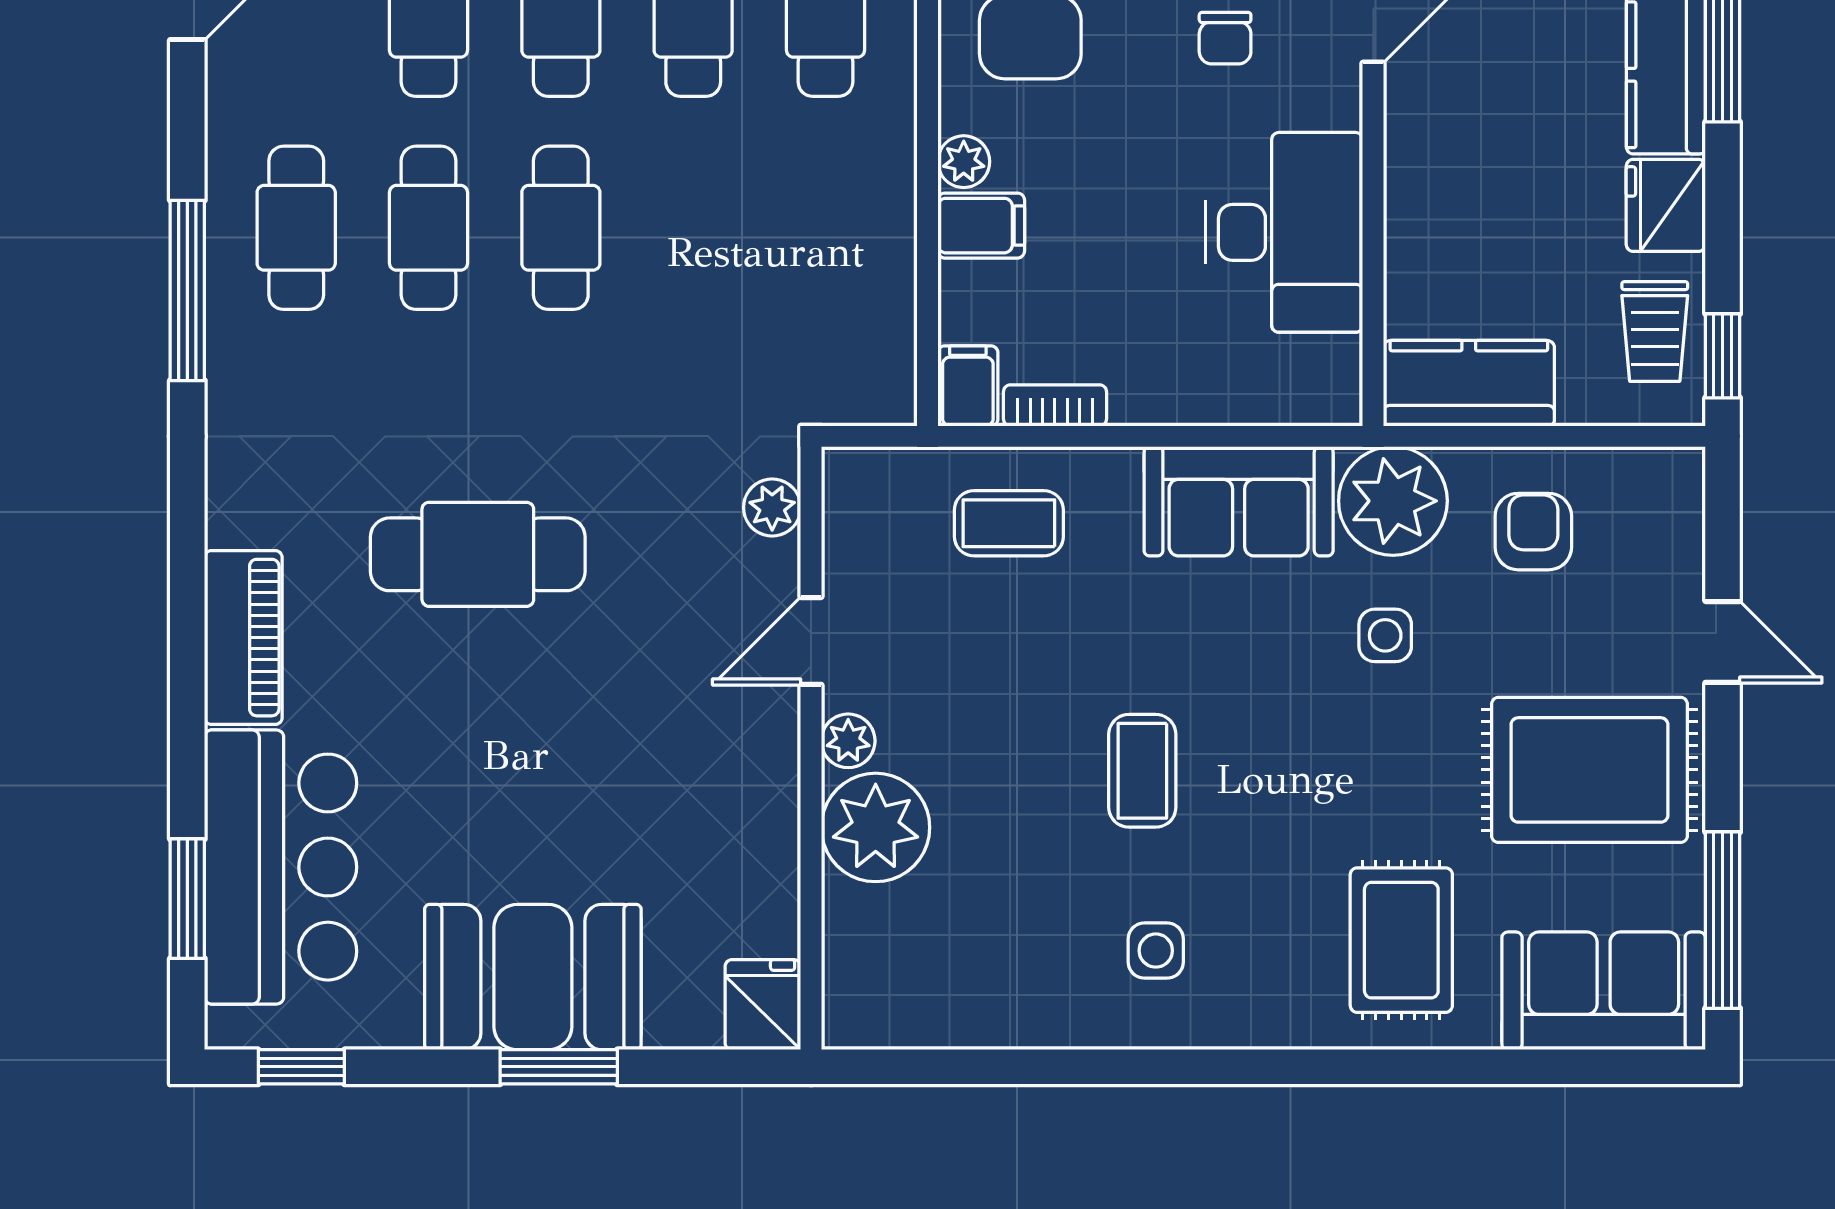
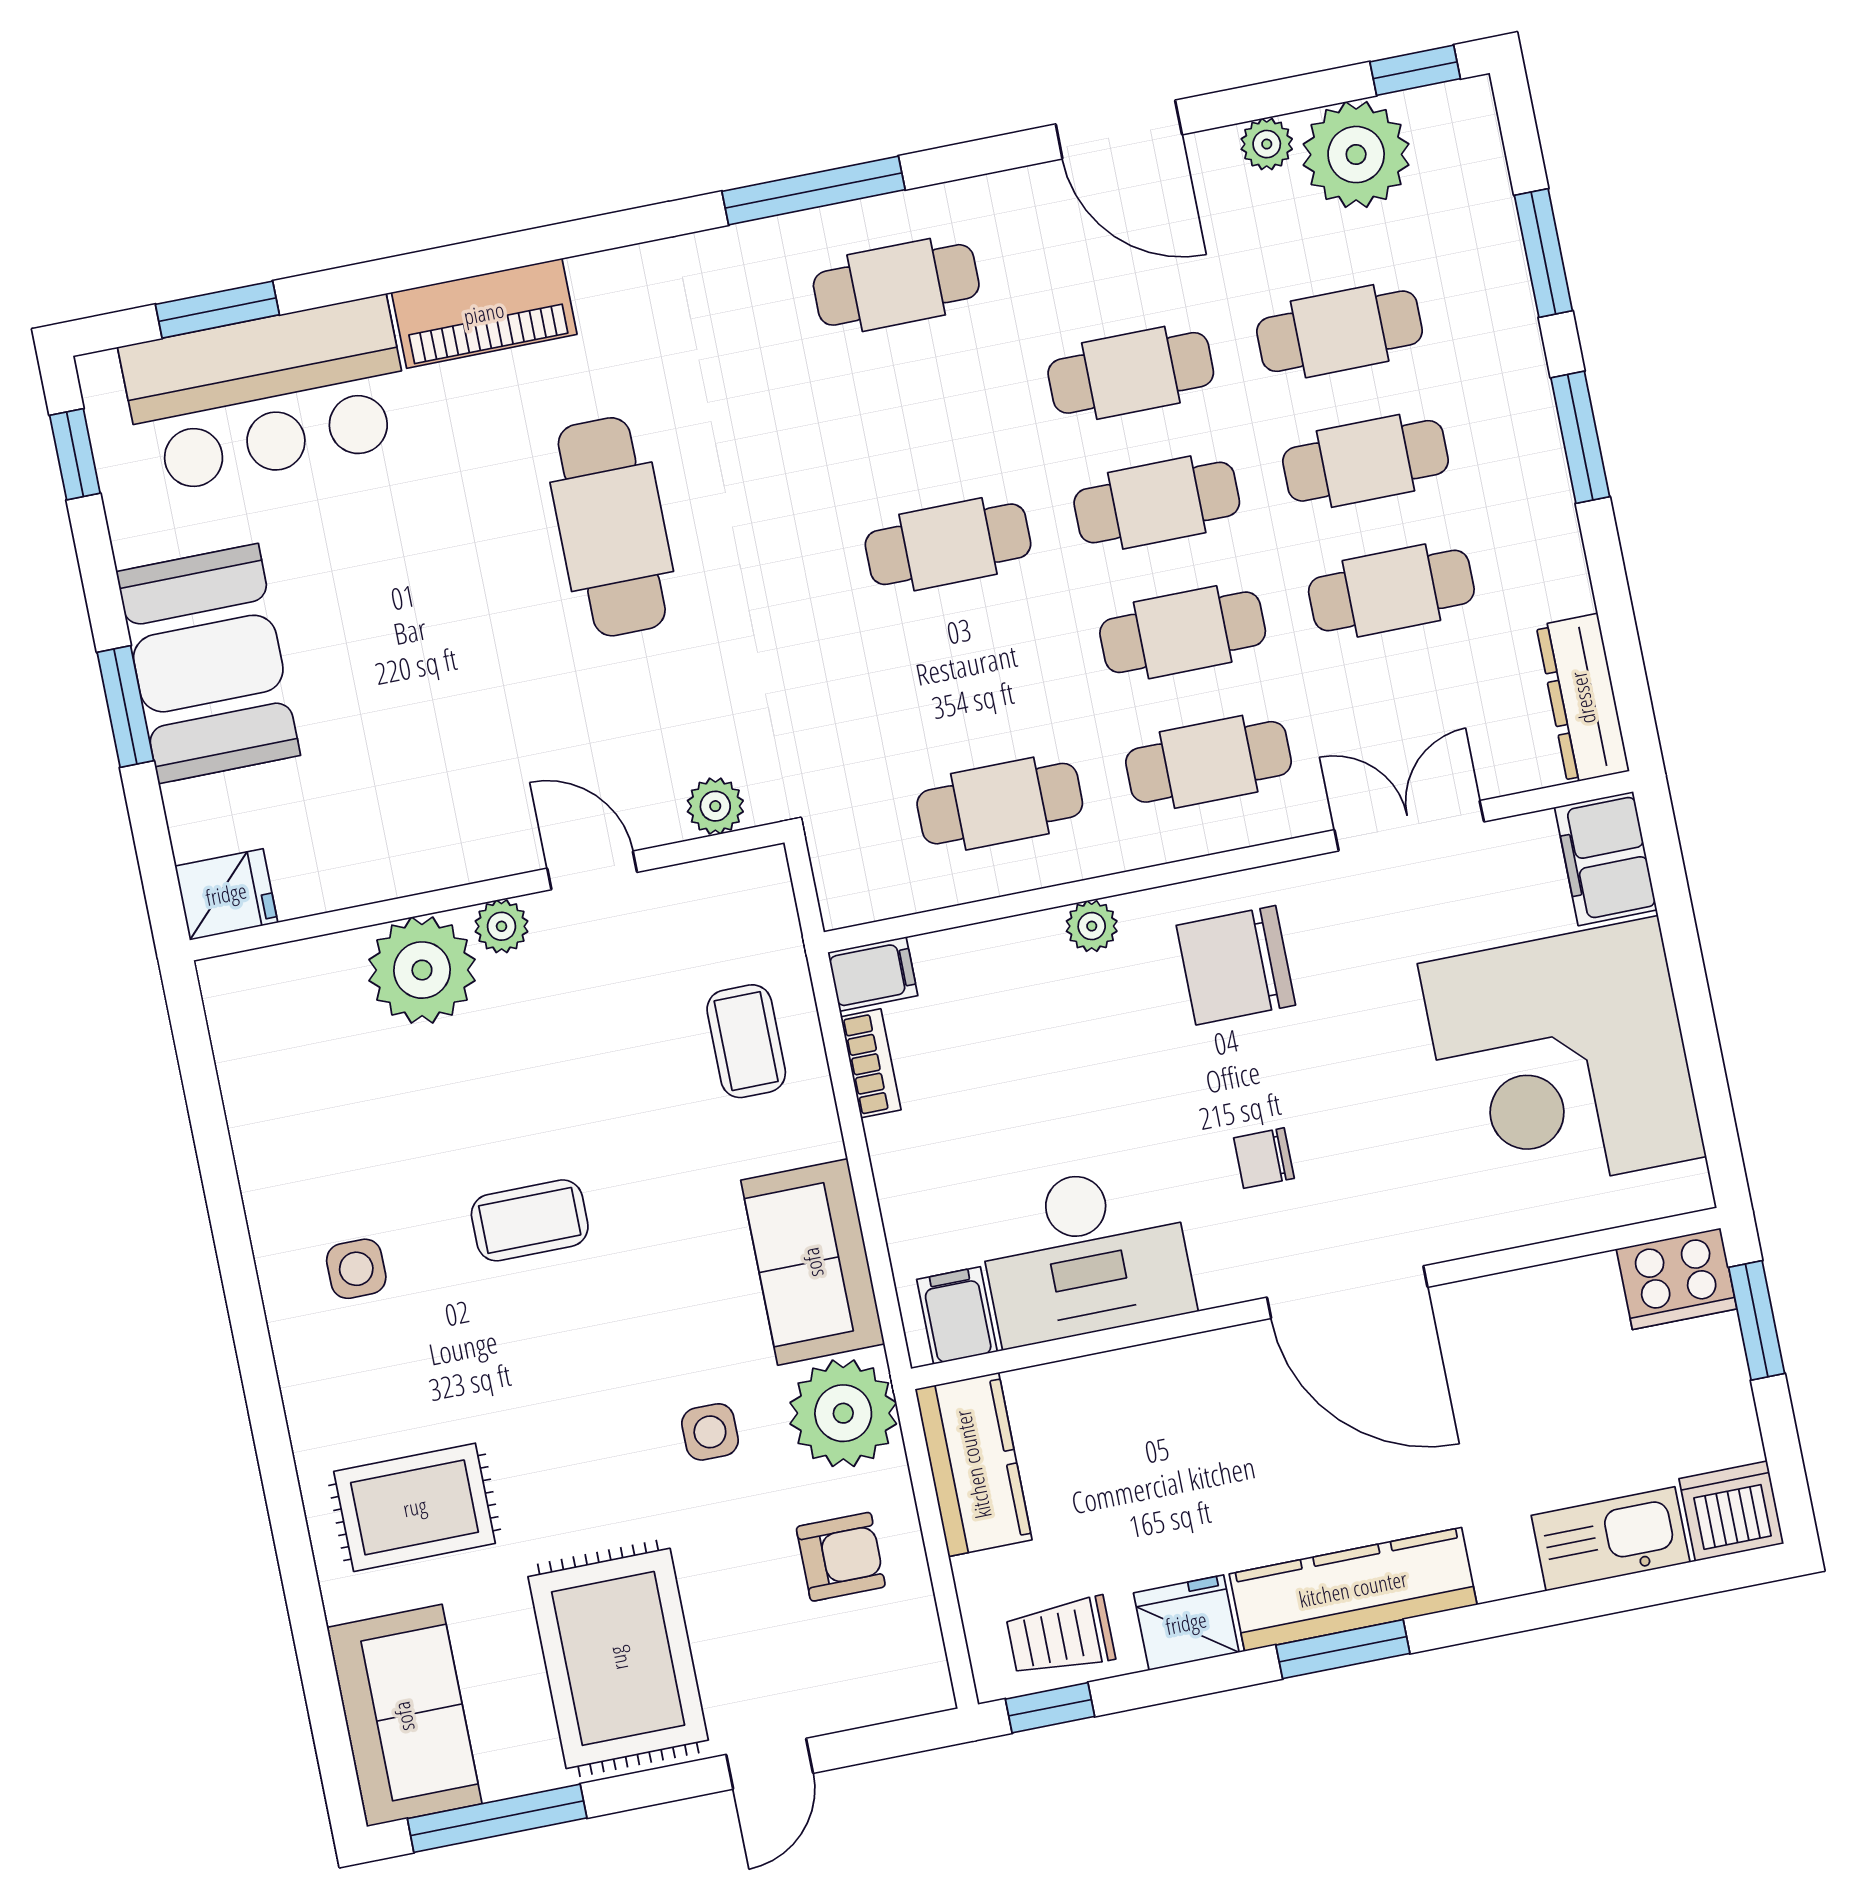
filing cabinet: (981, 226) -> (957, 1315), moved, turned 180
cafe table: (429, 228) -> (1000, 804), moved

